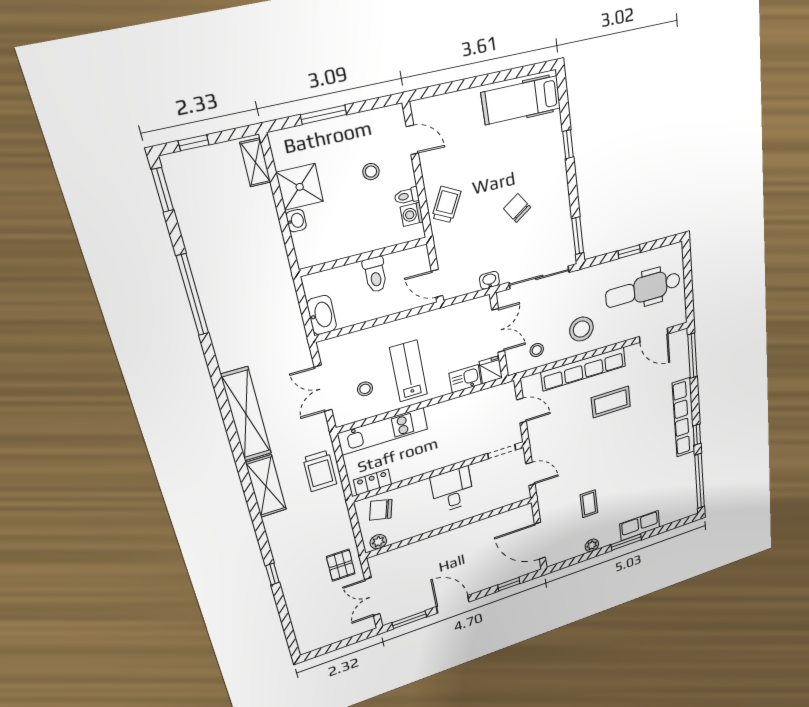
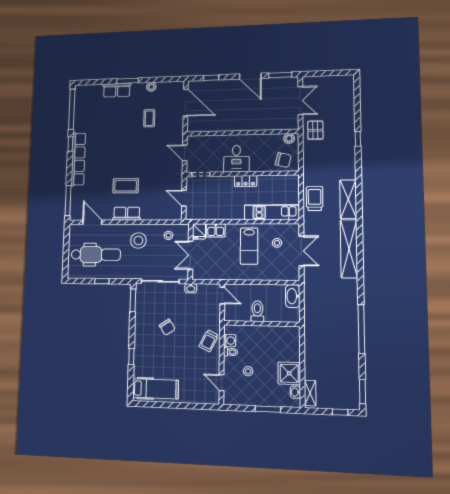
washbasin: (296, 221) -> (295, 392), moved
row of seats: (584, 369) -> (127, 214), width x0.50
locker: (373, 482) -> (246, 181), moved

